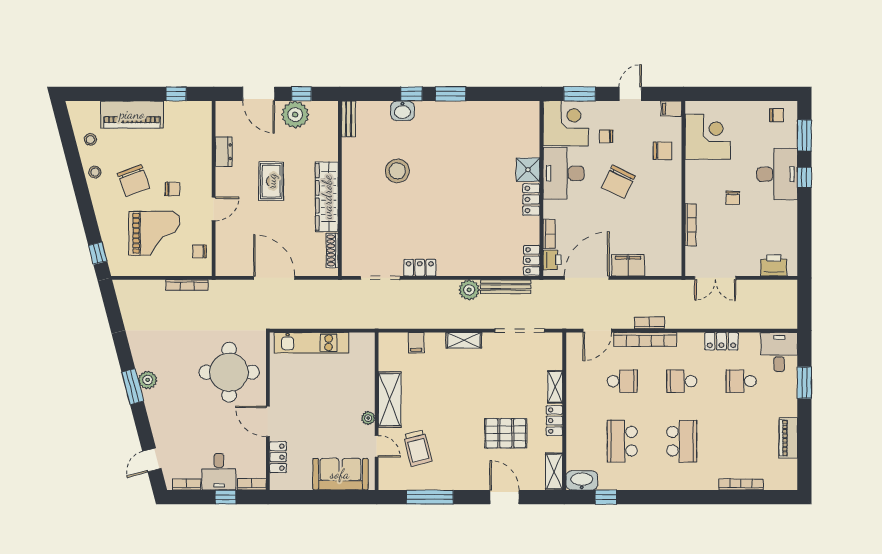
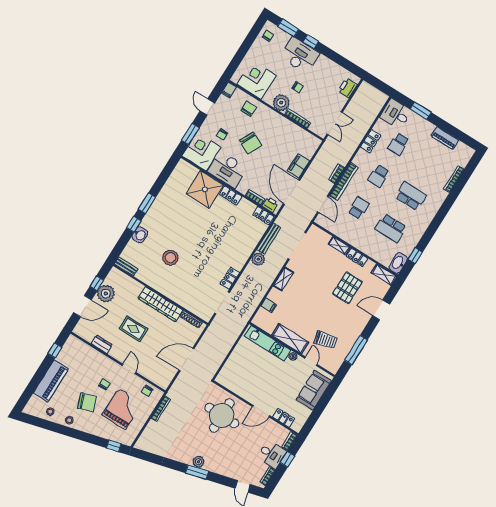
shower: (528, 170) -> (205, 189), width x1.86, depth x1.86
plant: (698, 189) -> (281, 103), added
kitchen unit: (312, 343) -> (267, 343), moved, turned 90
door: (377, 446) -> (311, 361), hinge flipped

